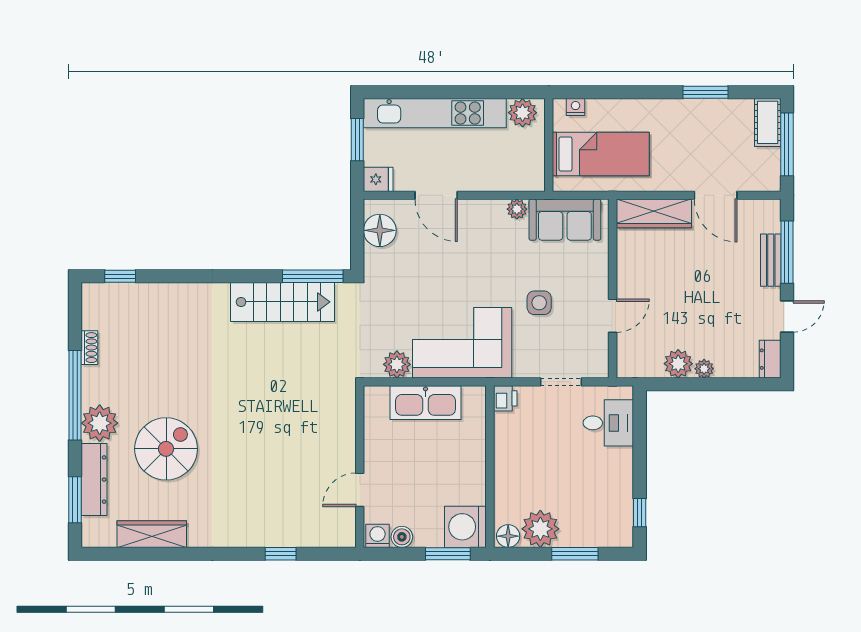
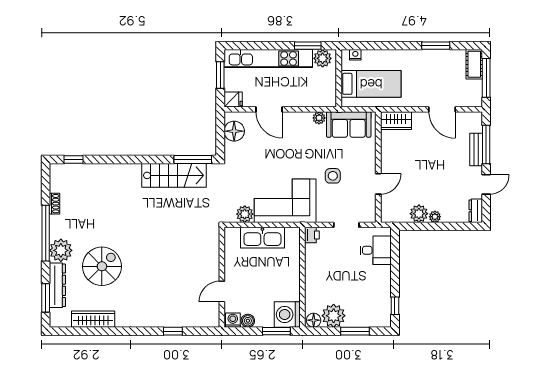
window: (499, 92) -> (308, 46), added
wardrobe: (654, 213) -> (396, 121), width x0.67

